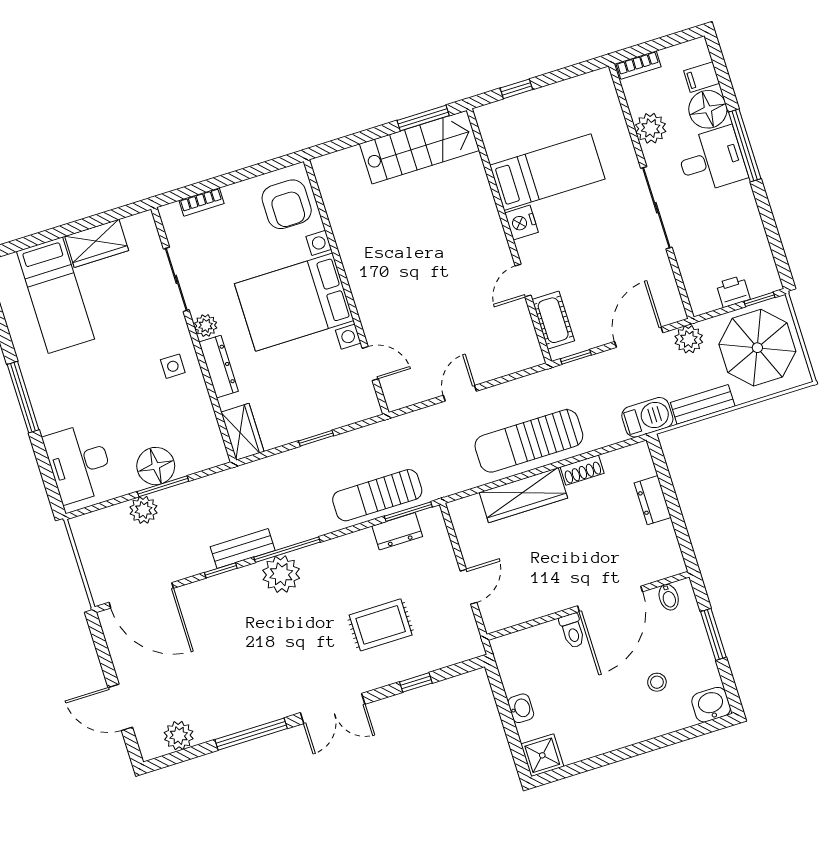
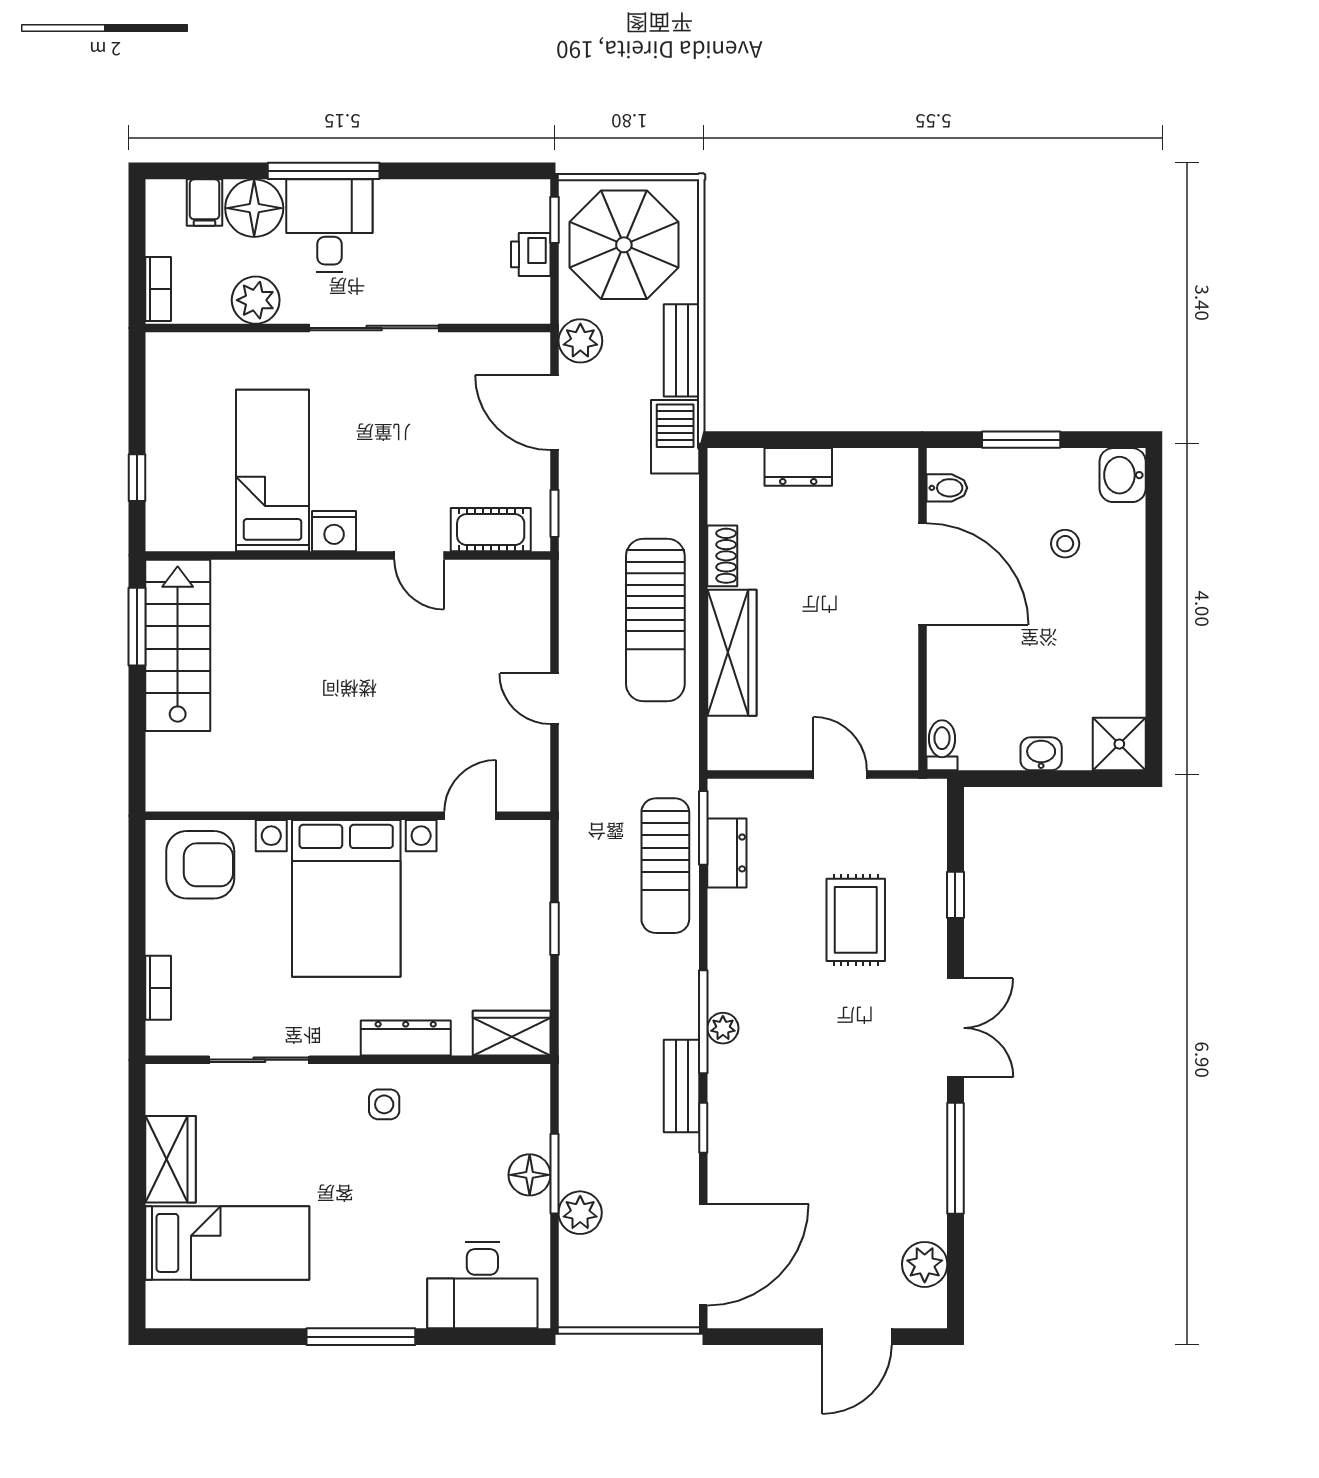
plant: (206, 326) -> (340, 1038), removed
floor lamp: (156, 466) -> (530, 1175), width x0.73, depth x0.73
plant: (281, 574) -> (723, 1028), width x0.53, depth x0.53
toilet: (572, 631) -> (942, 745), moved, turned -90

